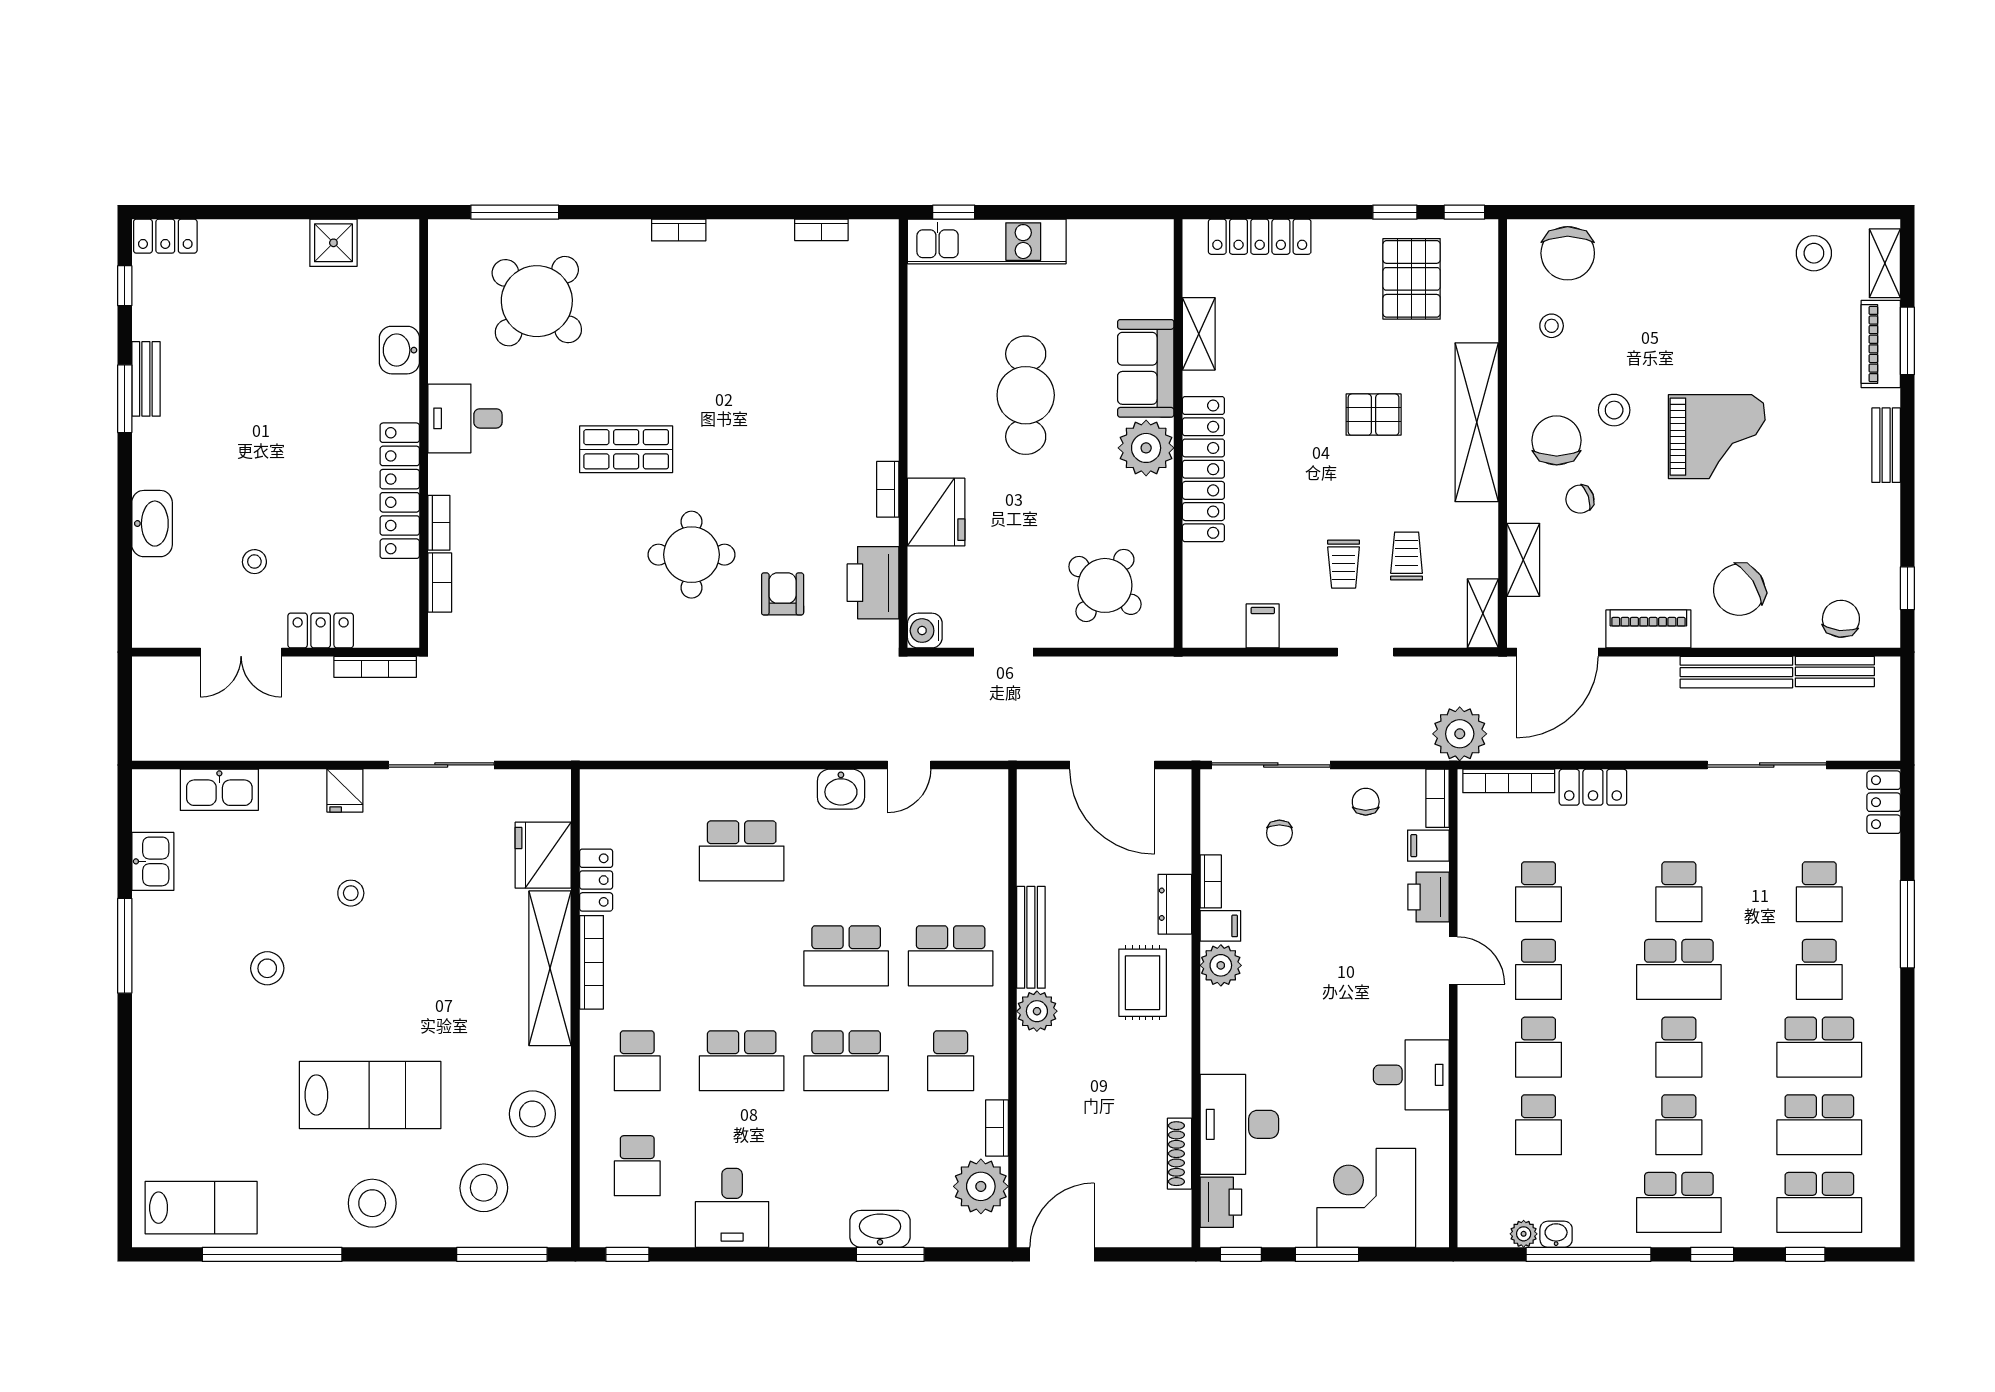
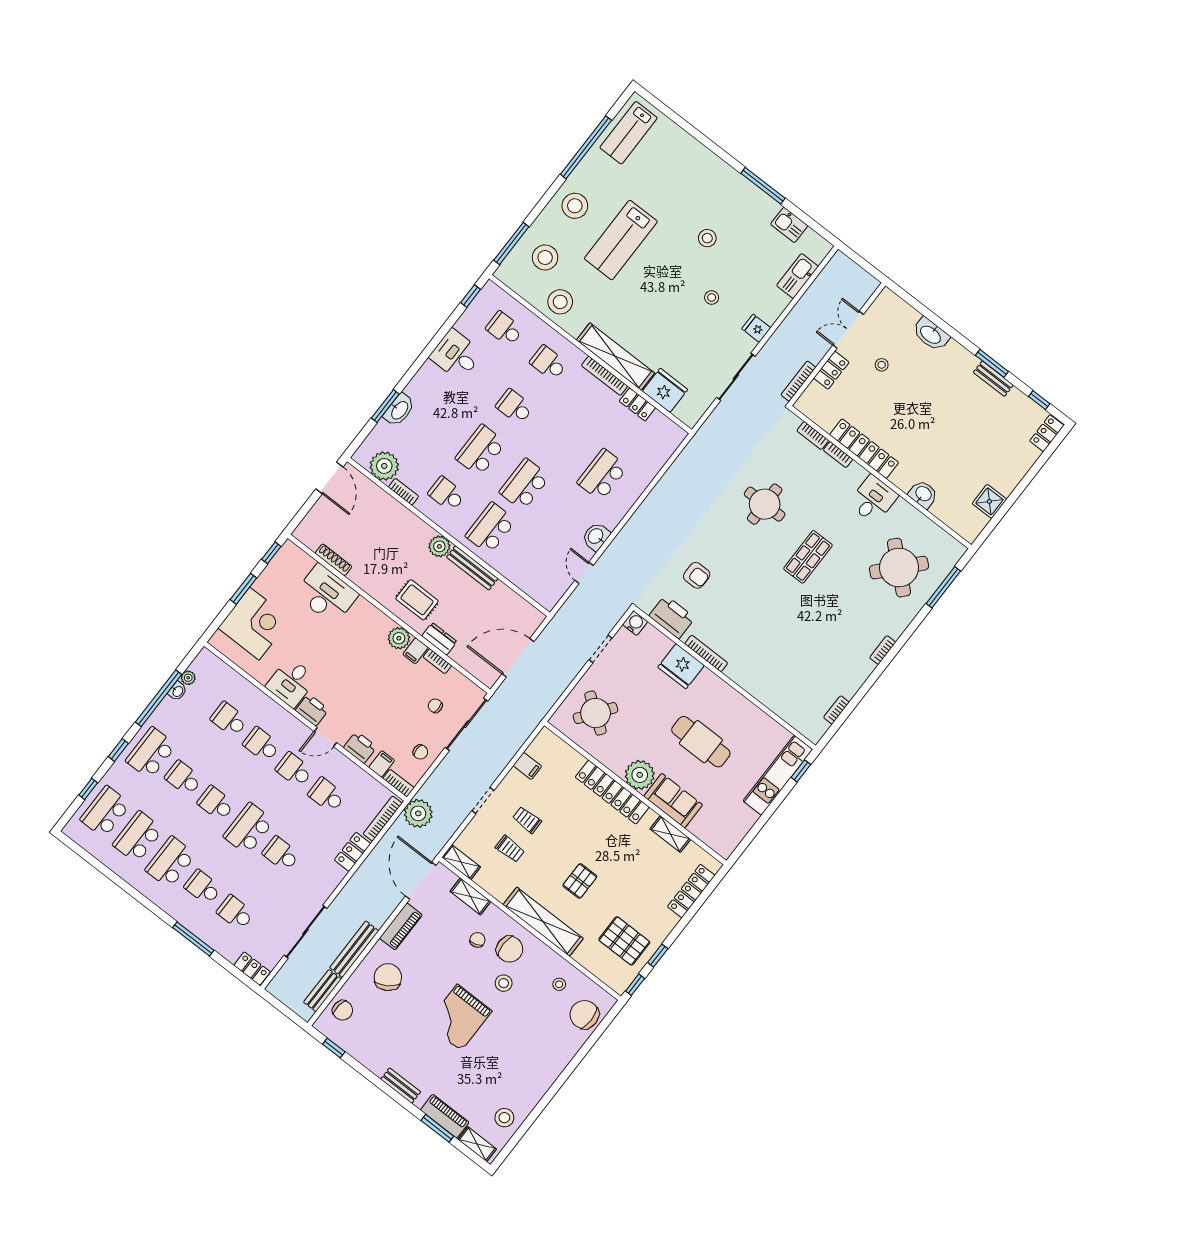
bookcase: (888, 489) -> (706, 653), width x1.56
round table: (691, 555) -> (765, 504), moved
school desk: (742, 1061) -> (515, 407), width x0.54
printer: (1221, 1202) -> (312, 710), moved, turned 180

